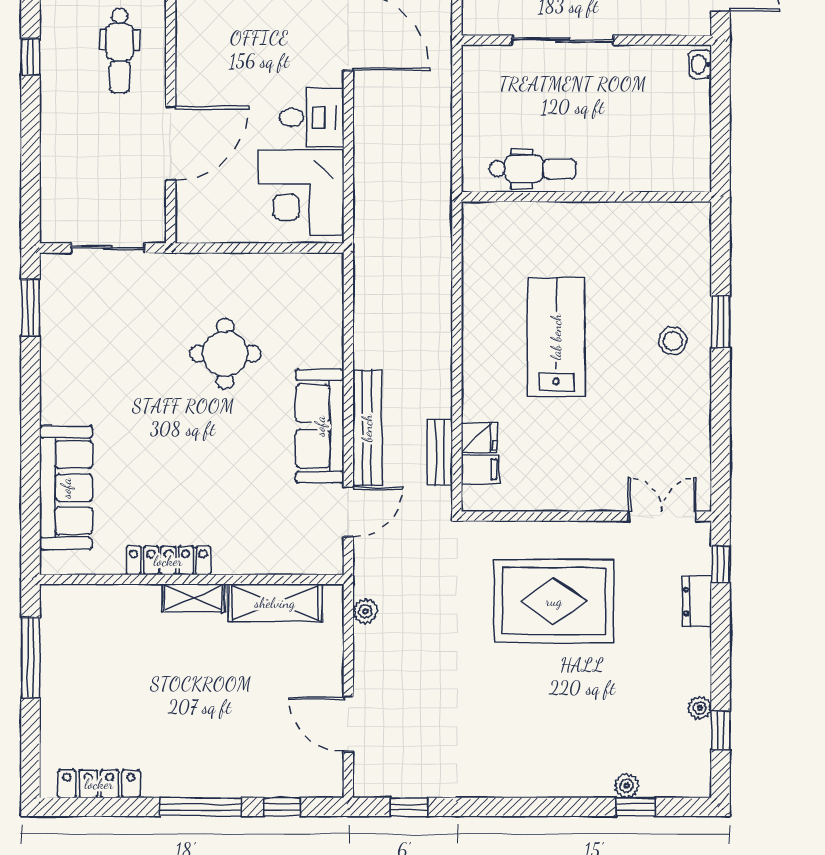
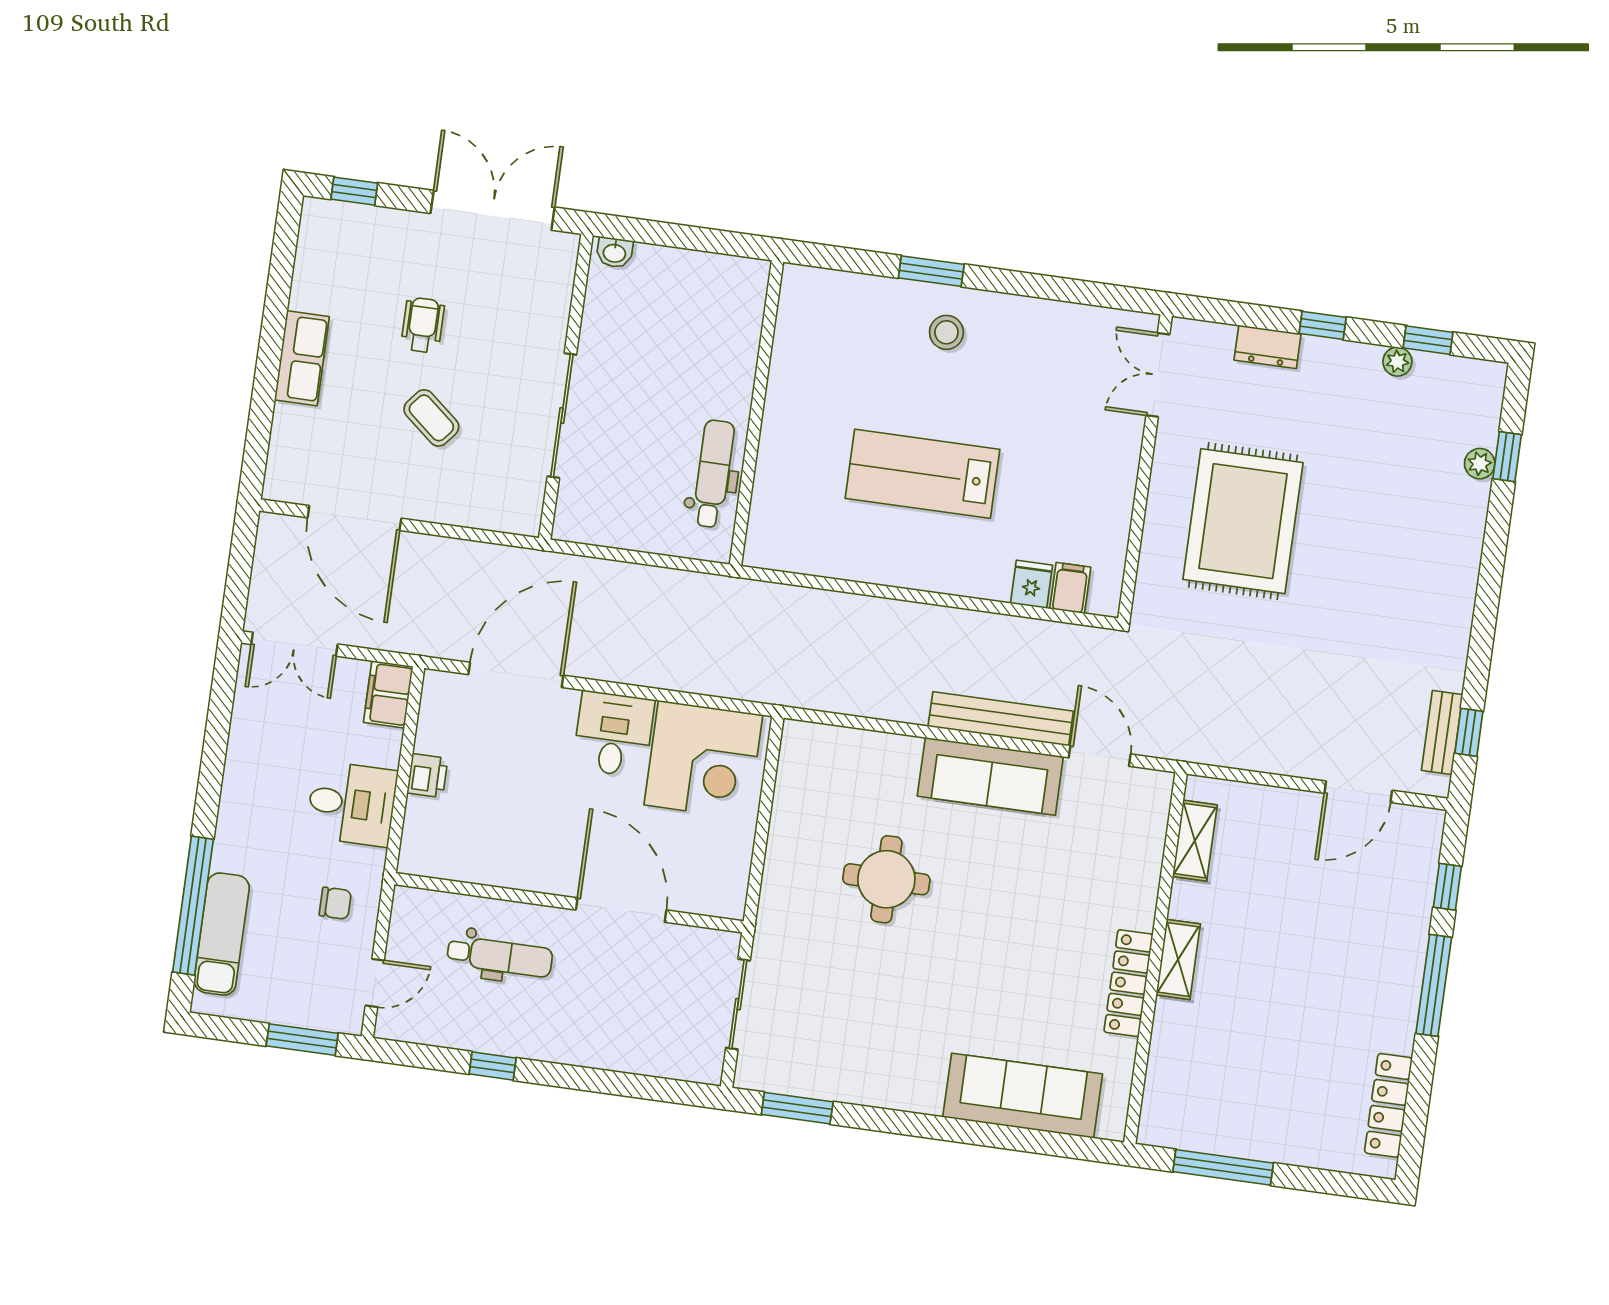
bench: (440, 452) -> (1442, 733), moved, turned 90
window: (721, 564) -> (1323, 325), moved
shelving: (275, 603) -> (1195, 841), width x0.67, depth x0.75
plant: (365, 611) -> (1223, 752), removed

